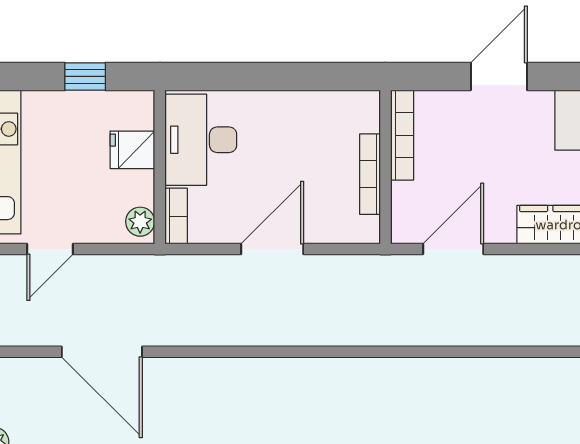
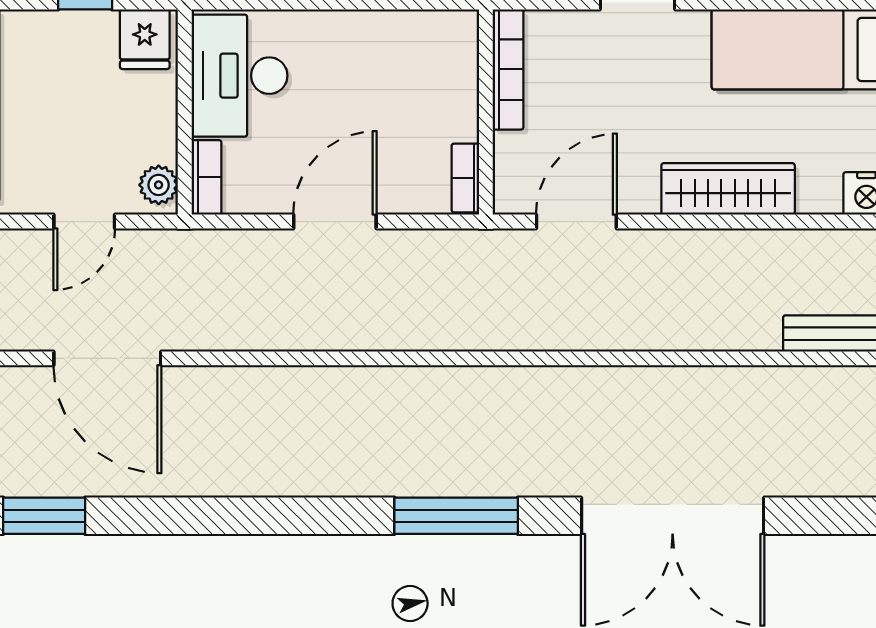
fridge: (132, 150) -> (145, 39), moved, turned -90
bookcase: (370, 174) -> (465, 178), moved, width x0.64
door: (50, 249) -> (84, 222), moved

